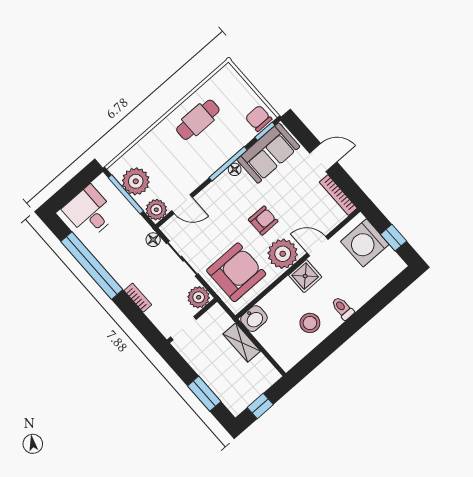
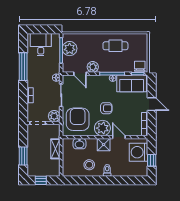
plant: (156, 210) -> (93, 67), moved
window: (92, 266) -> (23, 67), width x0.68
armchair: (236, 272) -> (78, 119), turned -90
washbasin: (254, 319) -> (79, 144), moved

